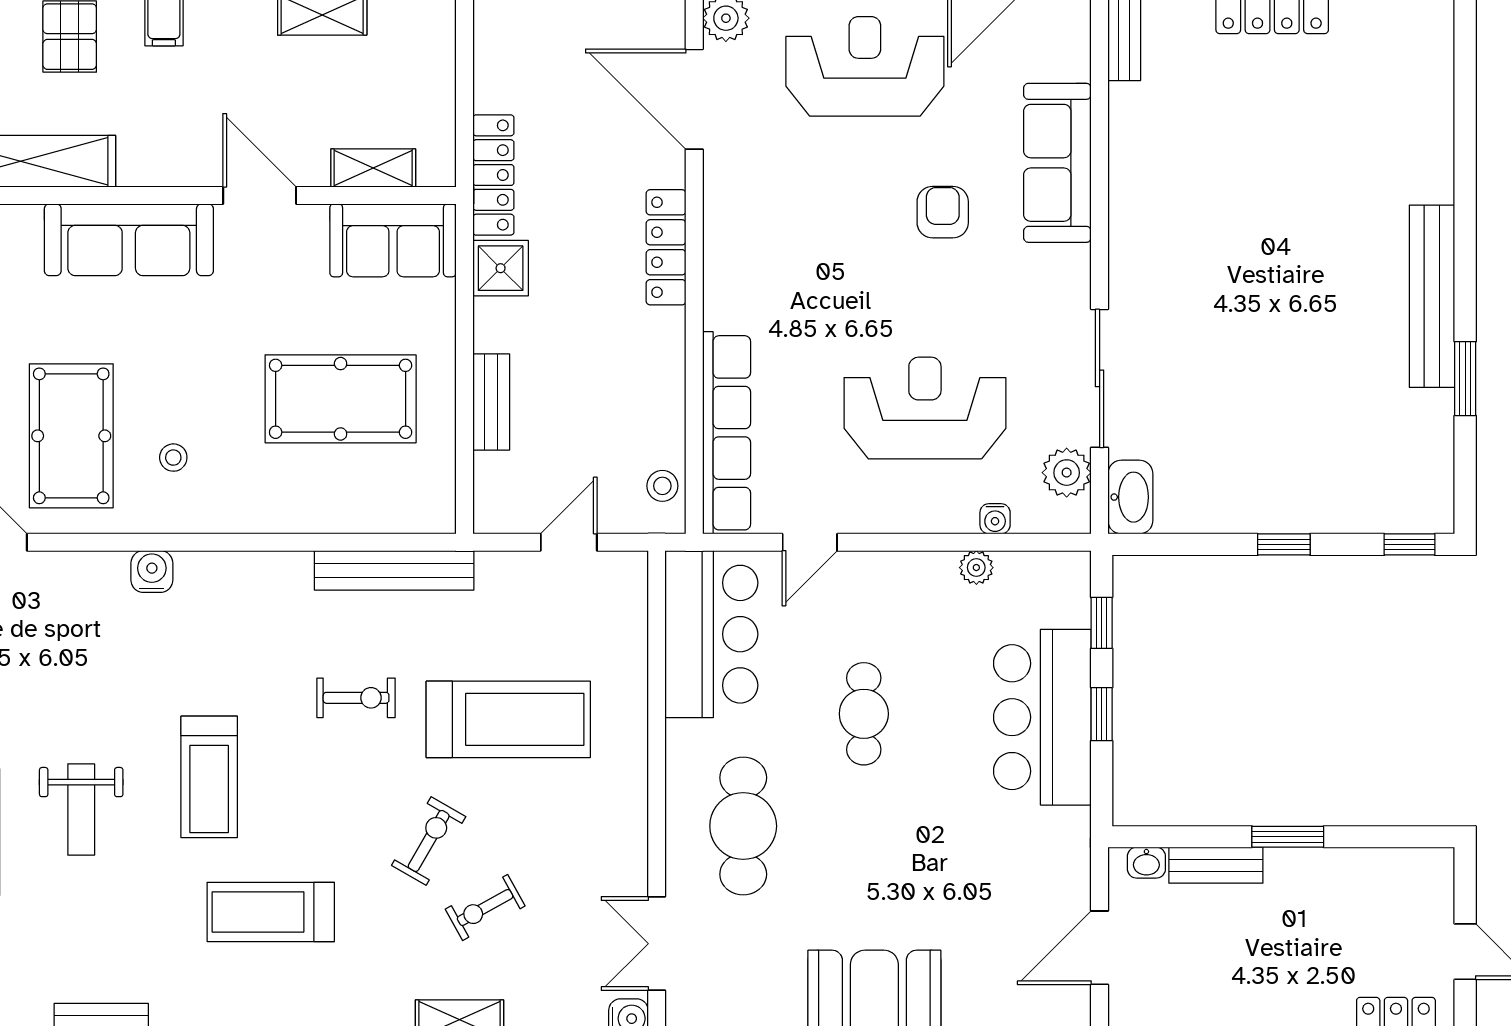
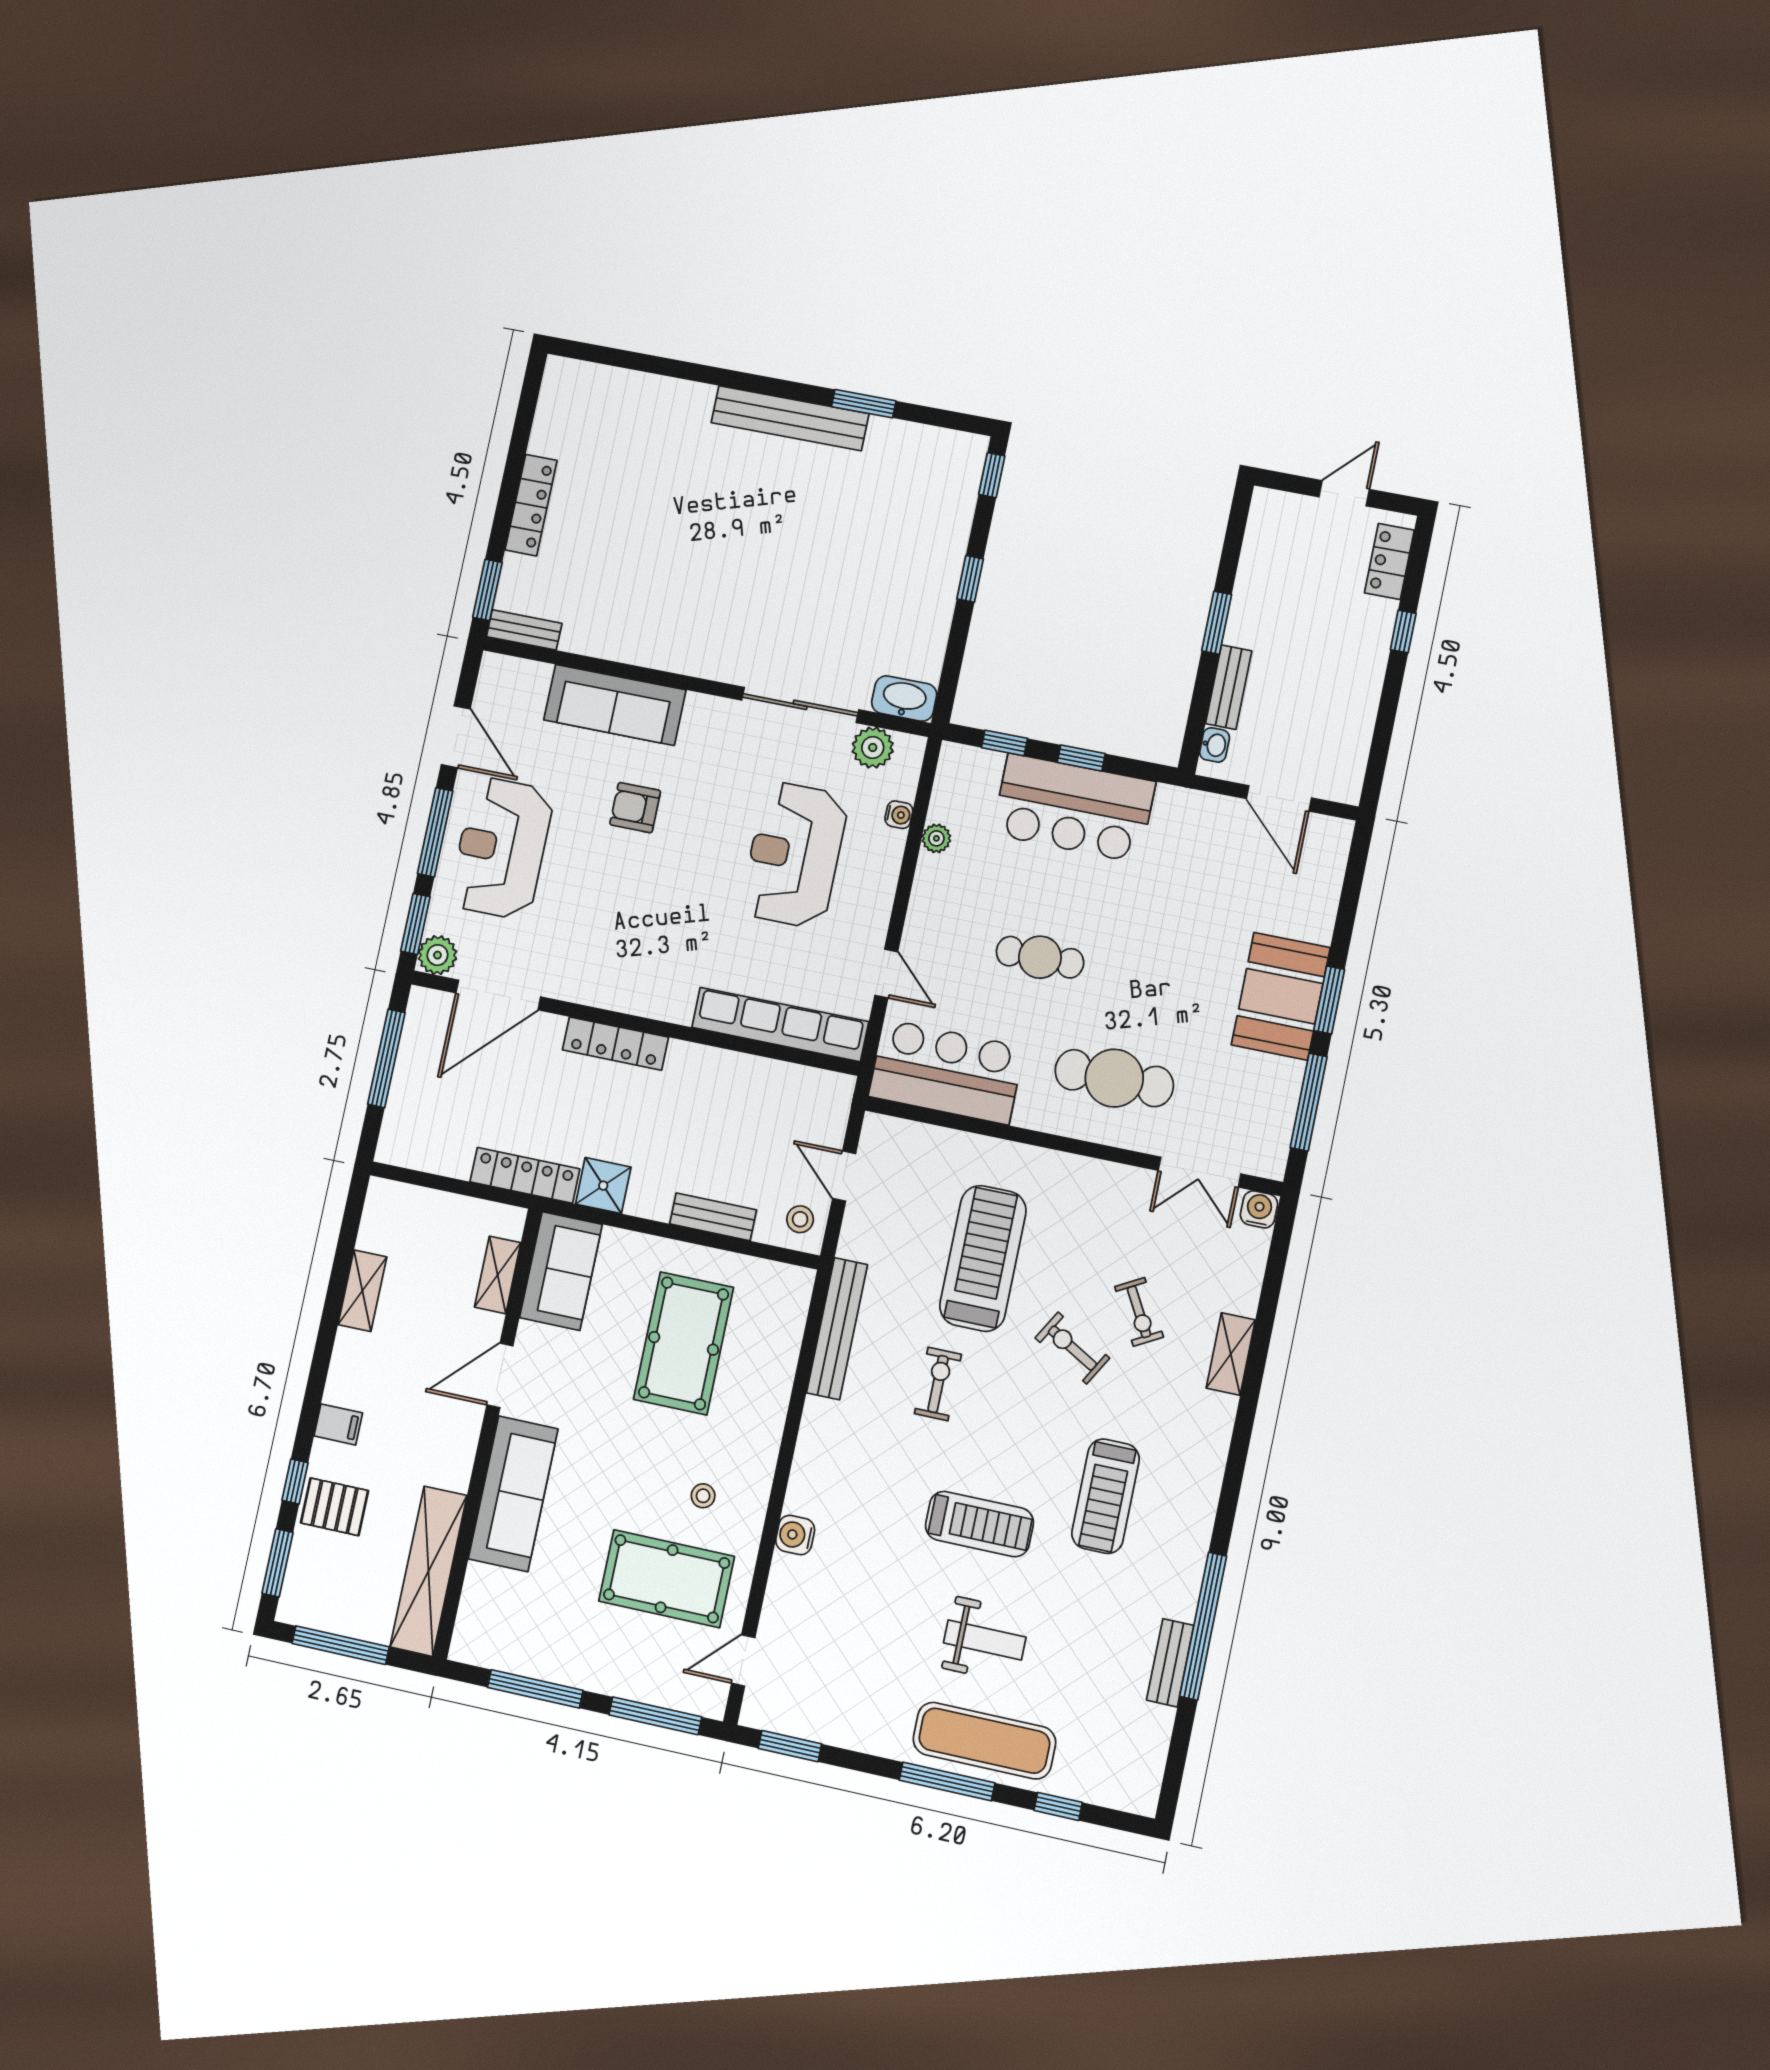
stool: (662, 486) -> (800, 1219), moved

